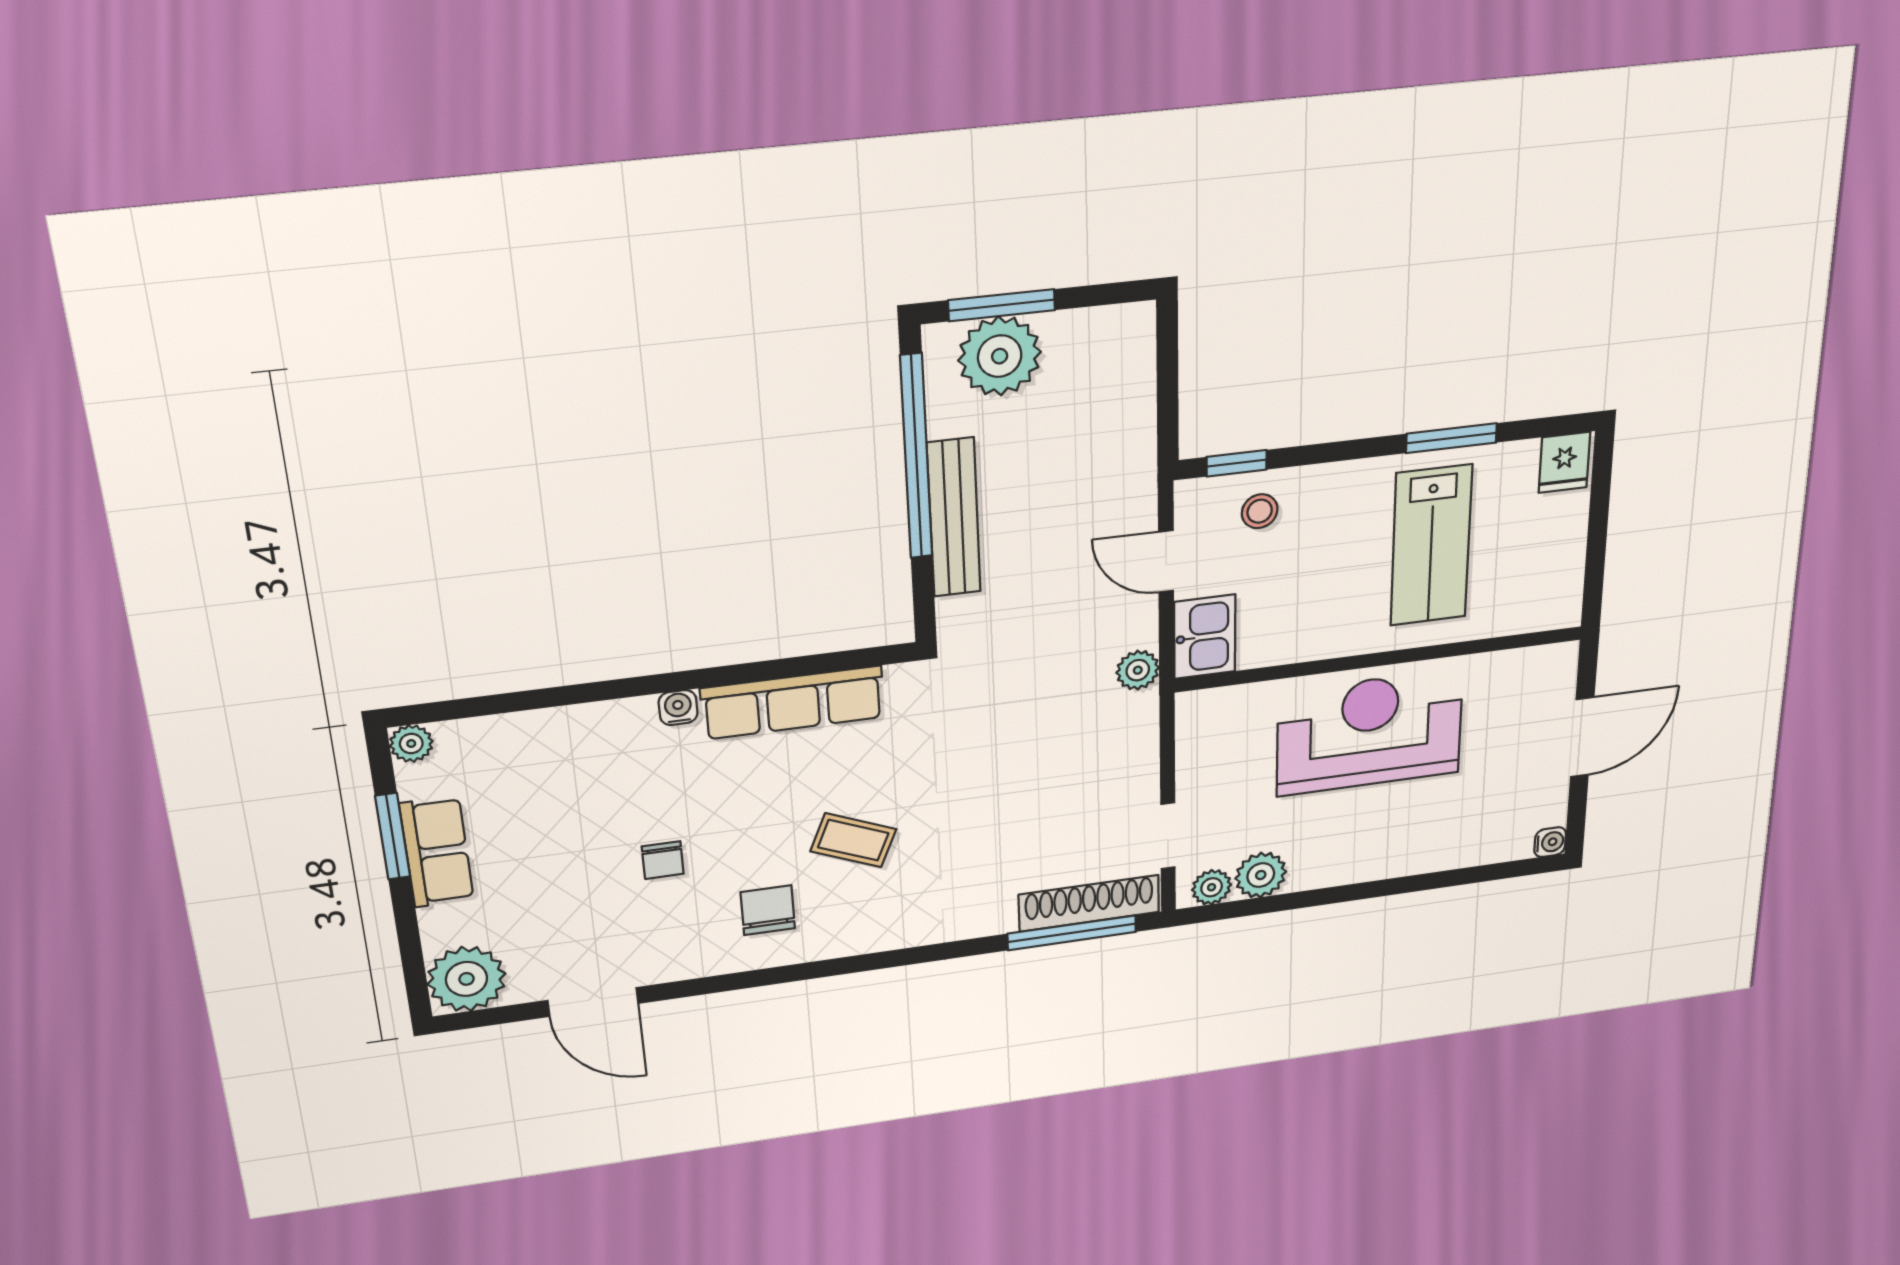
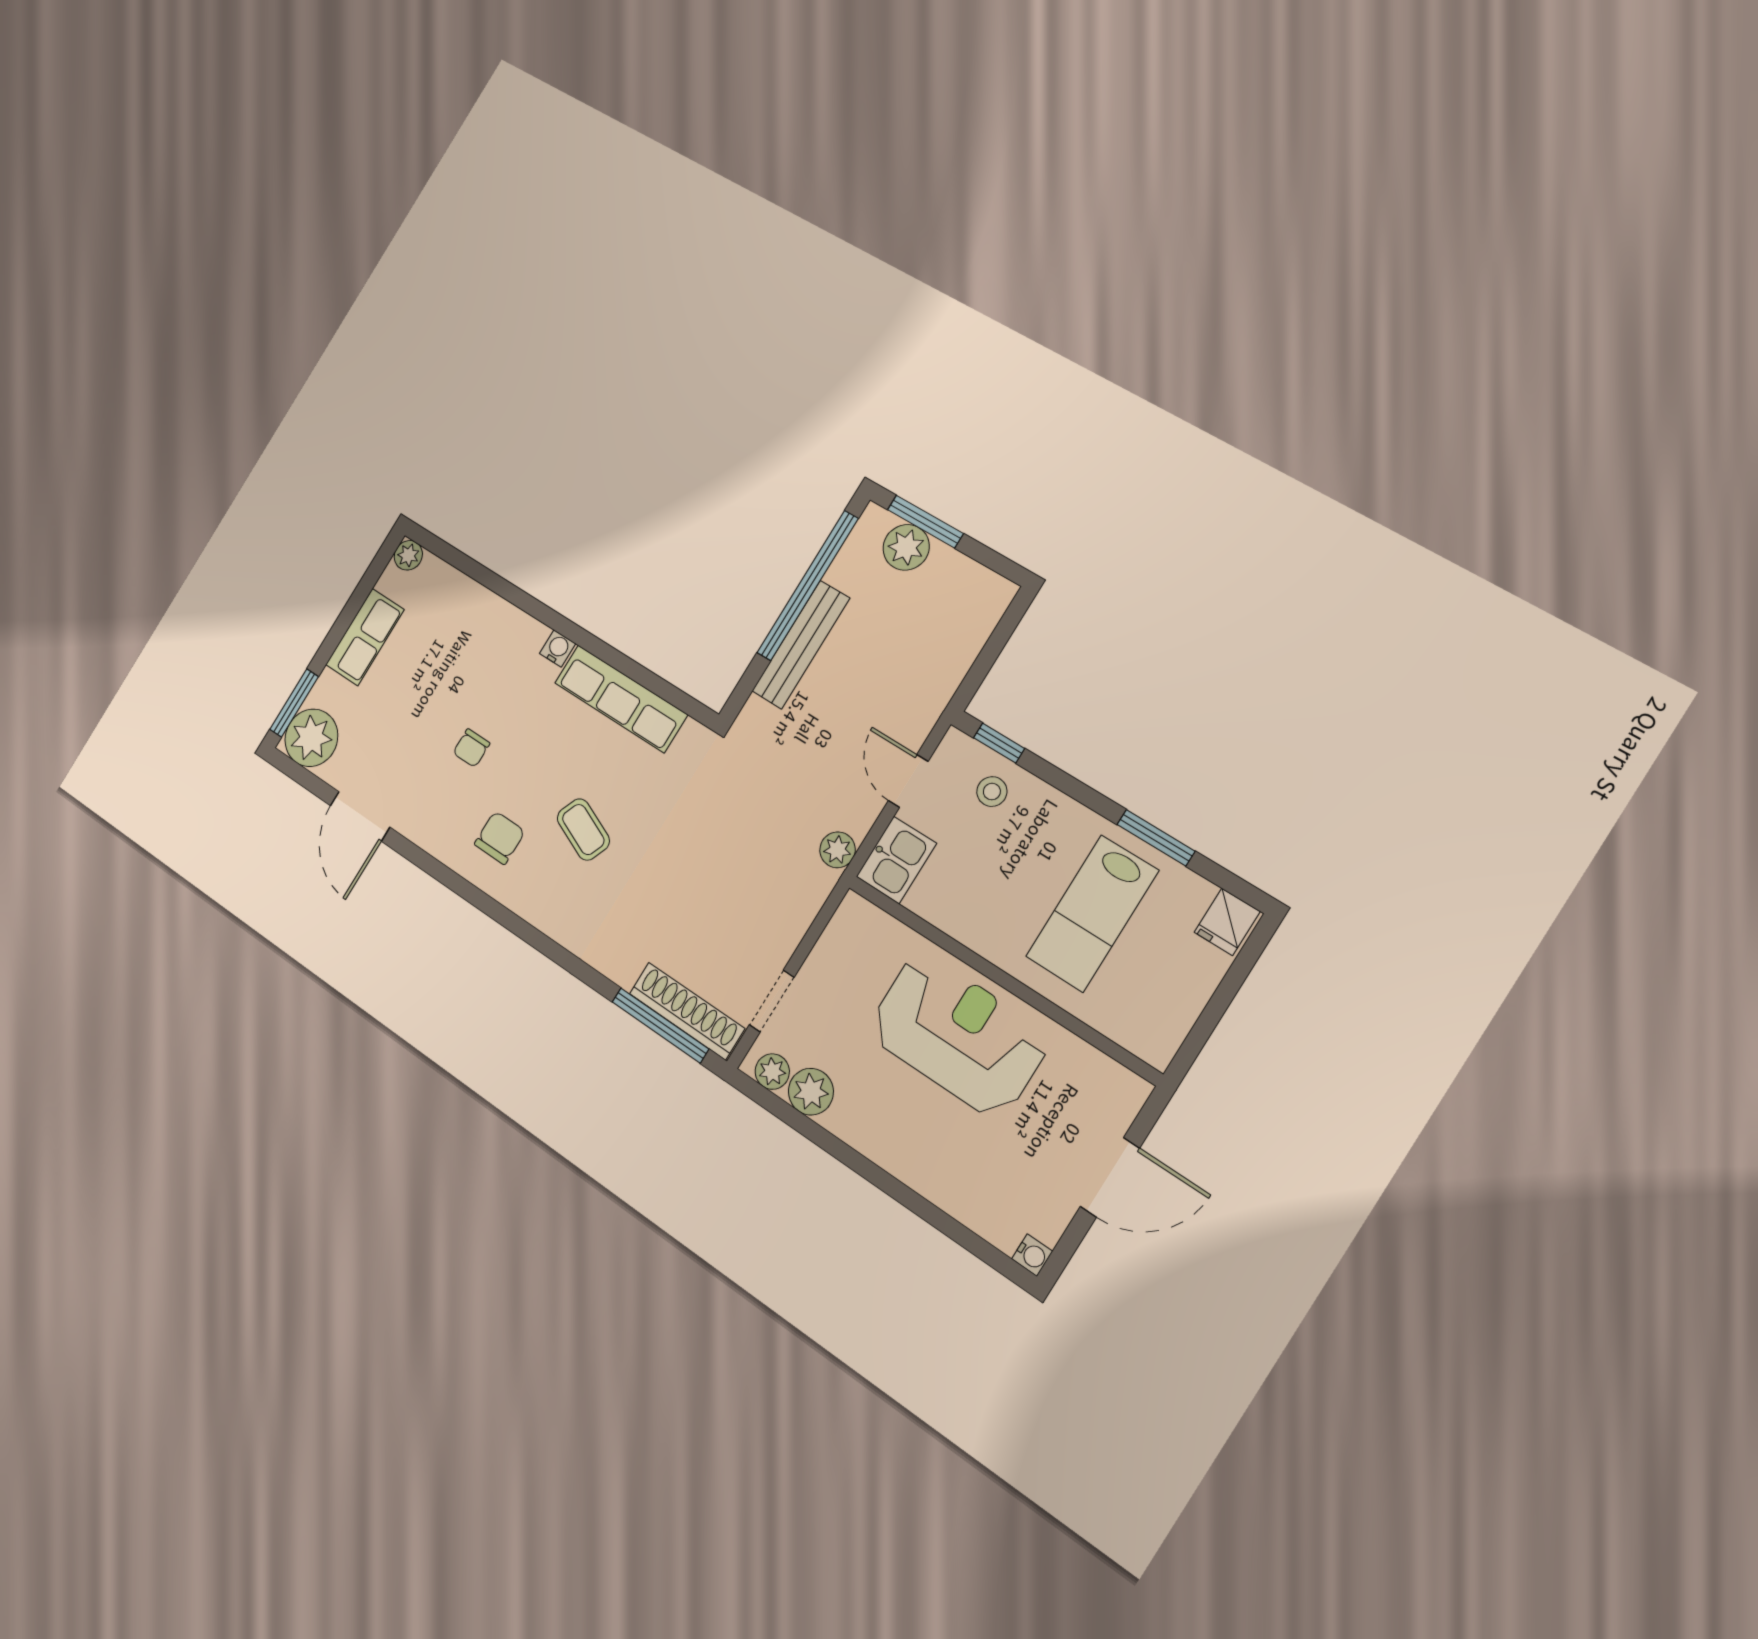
plant: (1000, 356) -> (906, 547), width x0.73, depth x0.73
window: (393, 836) -> (294, 703), moved

